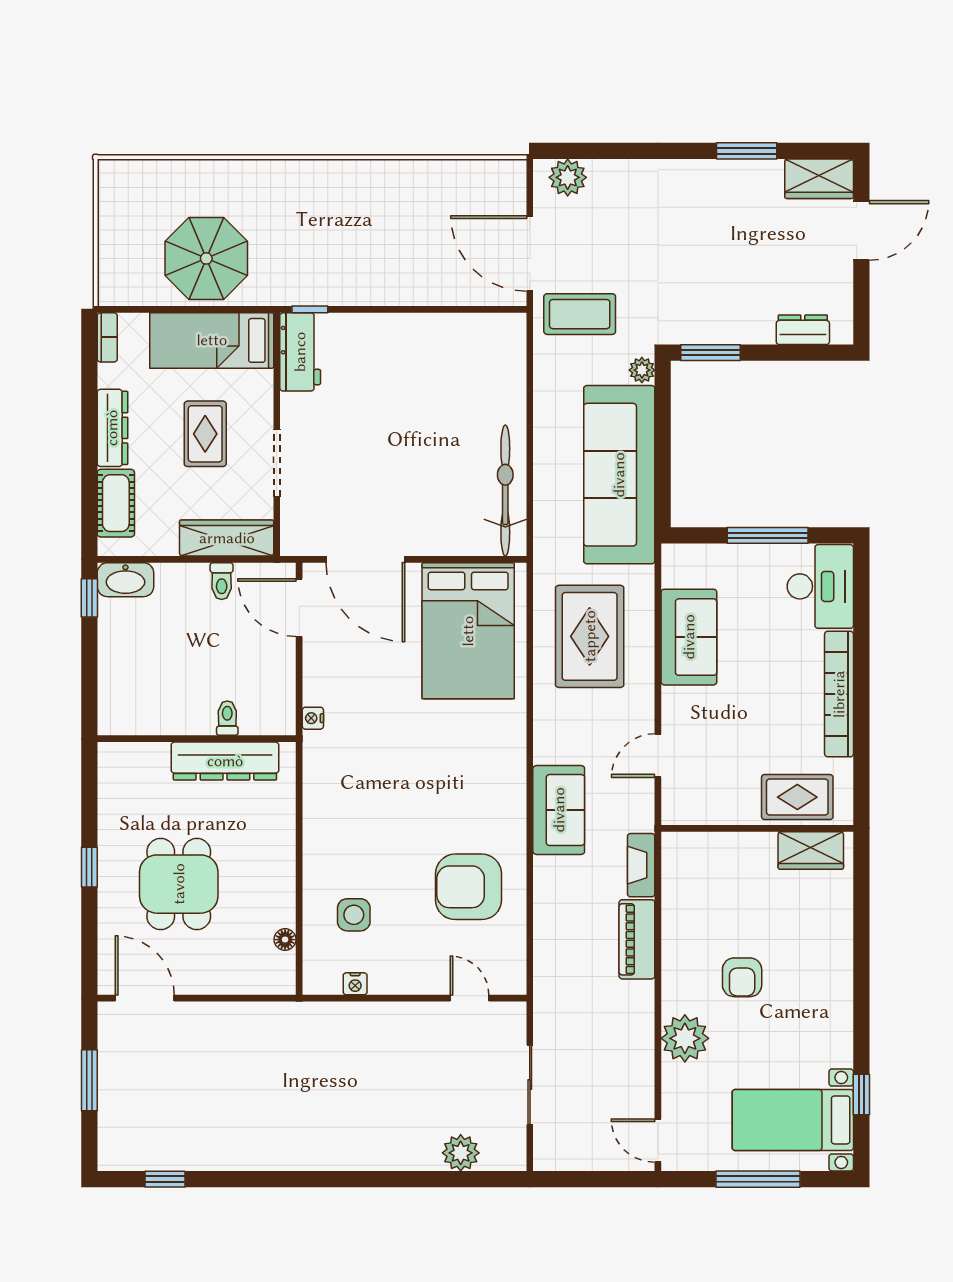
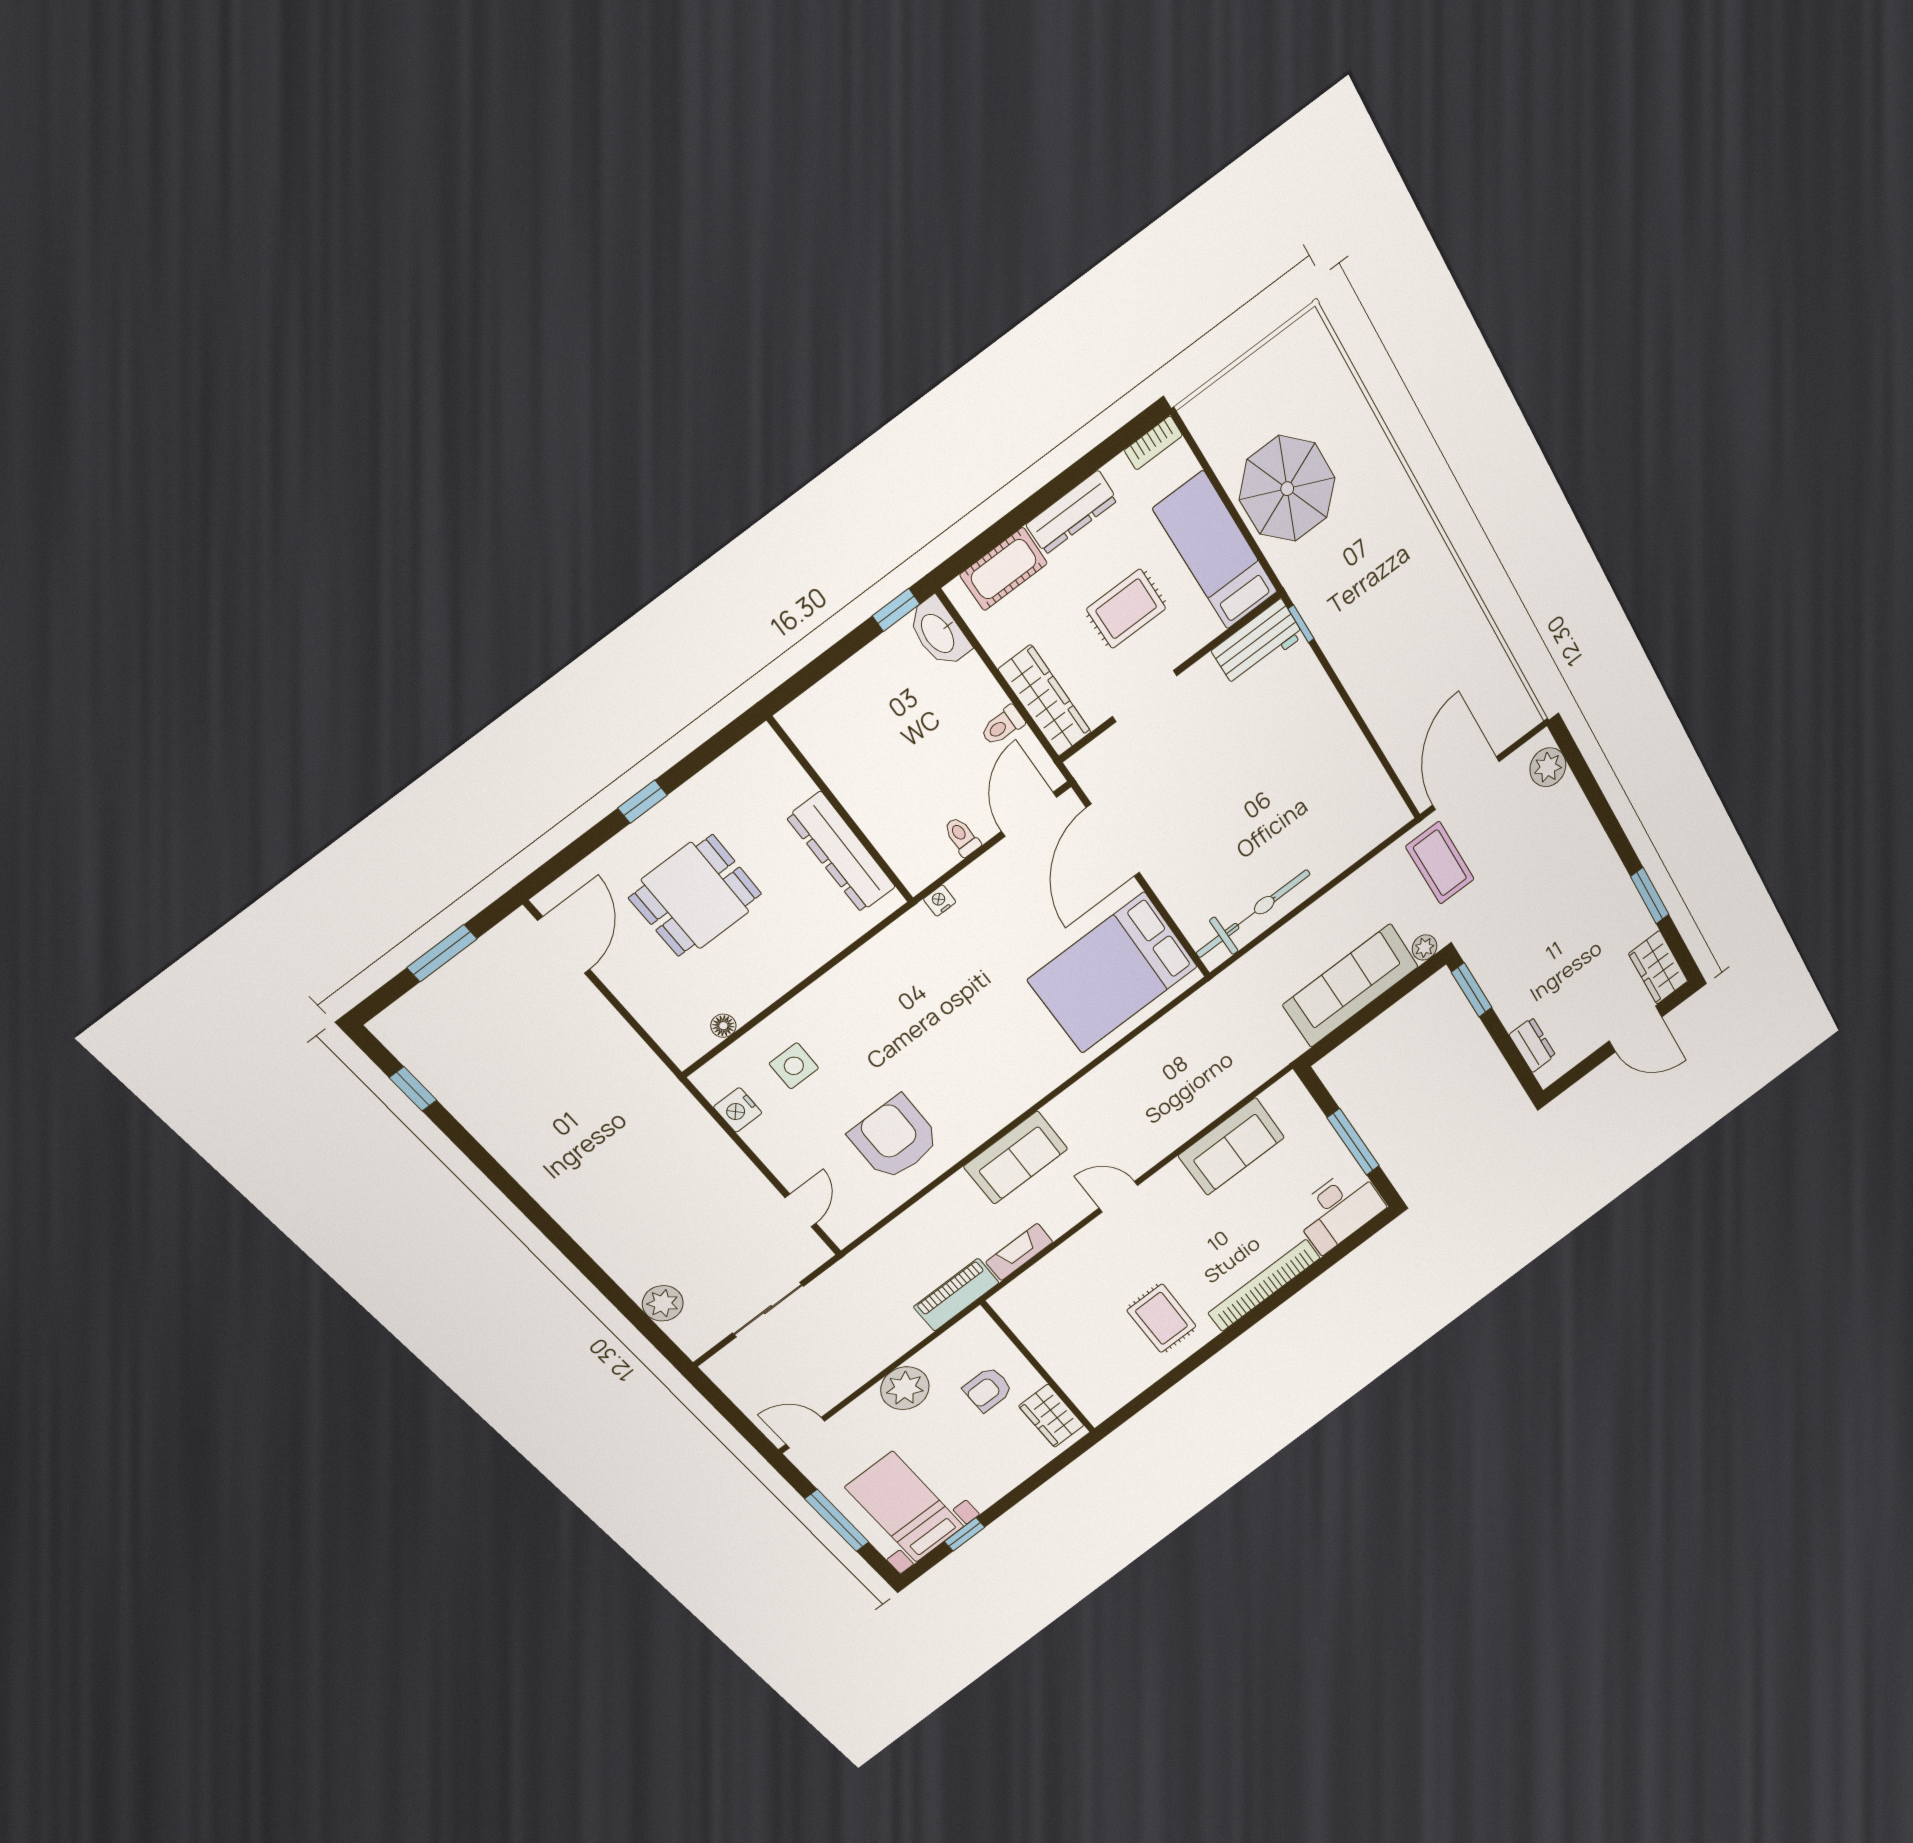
sofa: (619, 475) -> (1351, 986), width x0.74, depth x0.79
rug: (590, 636) -> (1178, 1072), removed
toilet: (227, 718) -> (962, 837), moved, turned -90
wall: (757, 828) -> (1039, 1368), moved
wardrobe: (811, 850) -> (1051, 1416), moved
nightstand: (355, 984) -> (738, 1110), width x1.39, depth x1.35
door: (658, 1141) -> (805, 1433), hinge flipped

